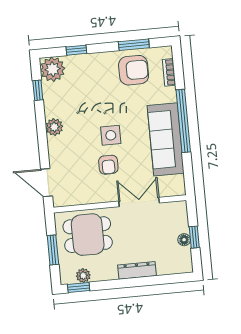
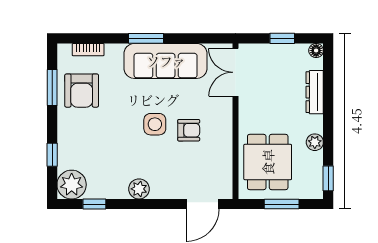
armchair: (134, 70) -> (82, 91), turned 180
window: (183, 121) -> (146, 38), width x0.47
double door: (139, 202) -> (235, 72), moved
floor lamp: (184, 240) -> (316, 51), moved
dresser: (137, 270) -> (315, 92), moved
plant: (83, 276) -> (315, 142), moved

